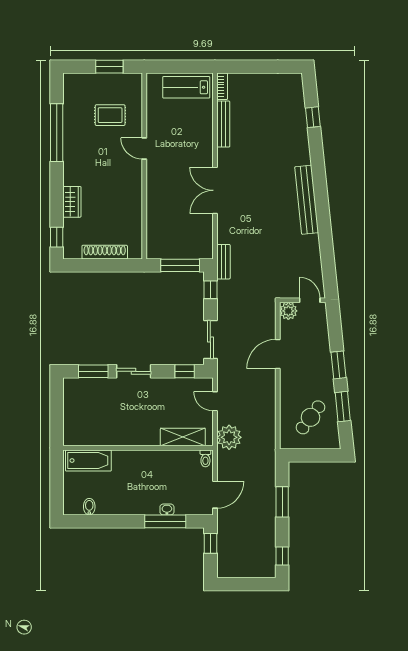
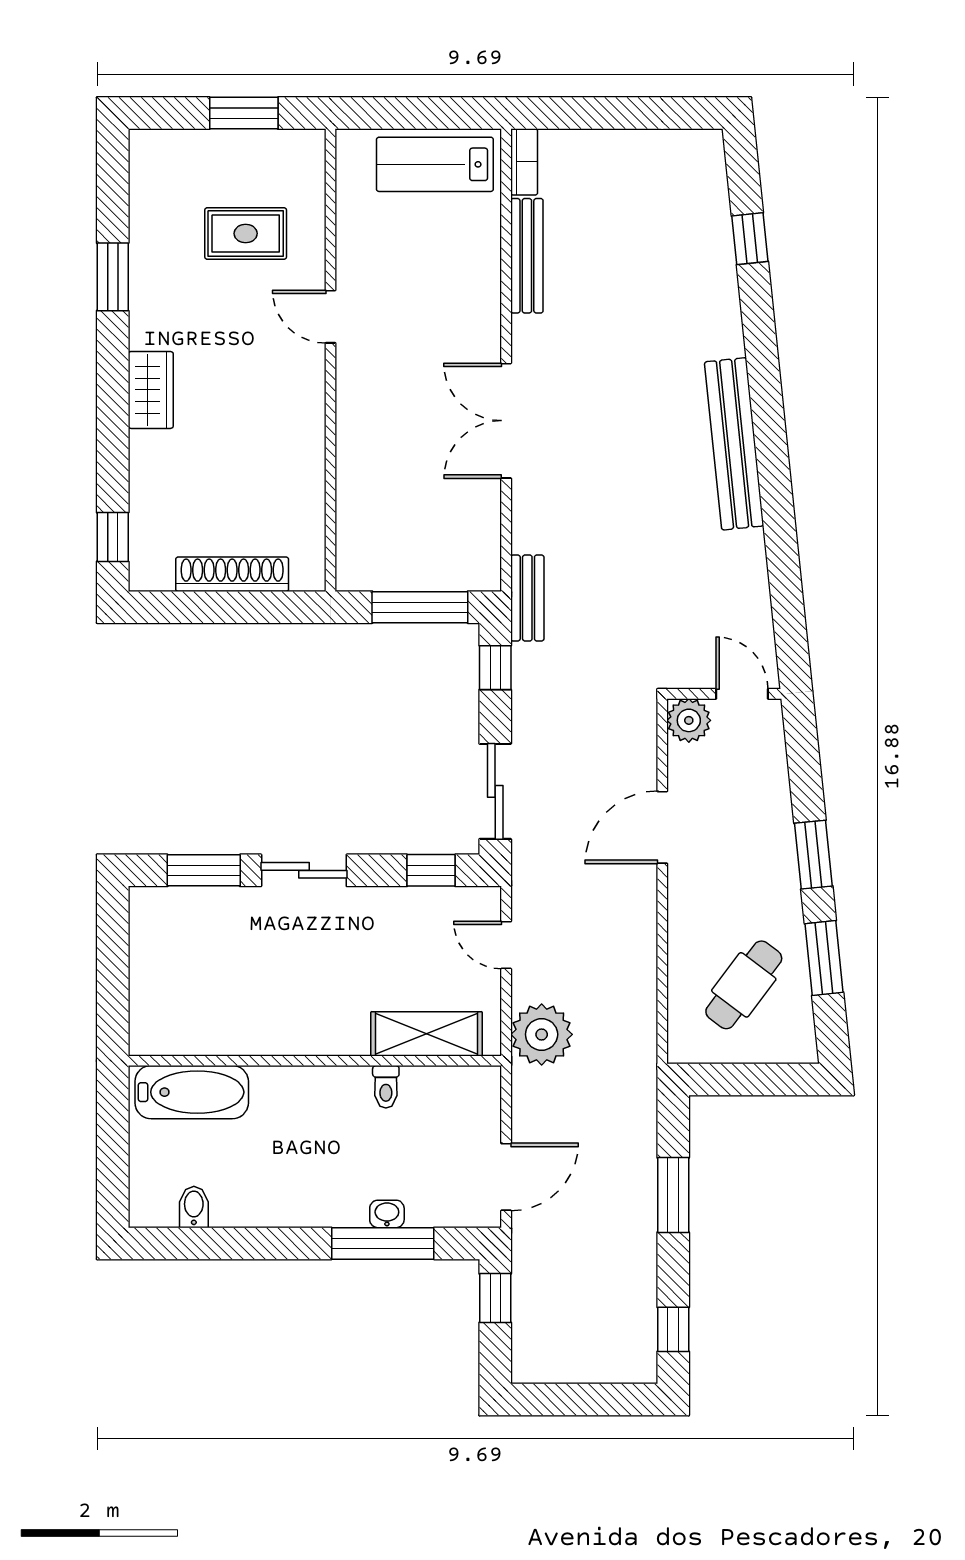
window: (57, 133) -> (113, 277), width x0.47
wardrobe: (72, 202) -> (151, 390), moved
toilet: (205, 458) -> (386, 1087), moved

